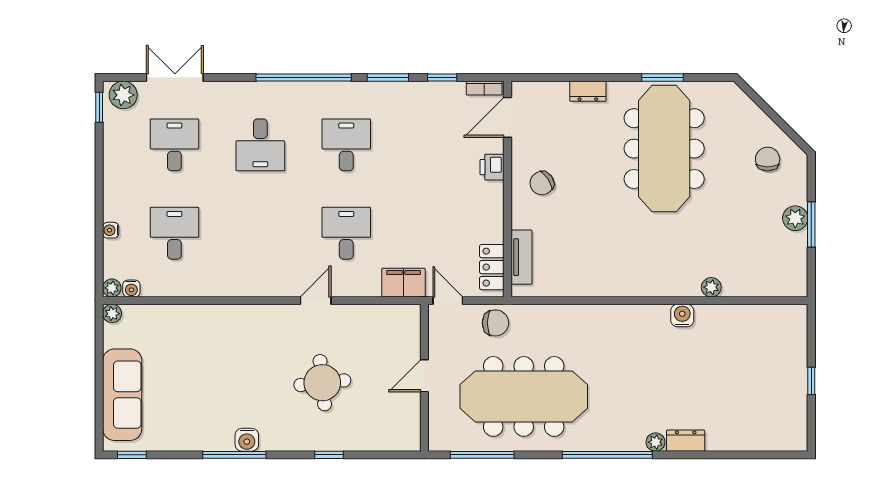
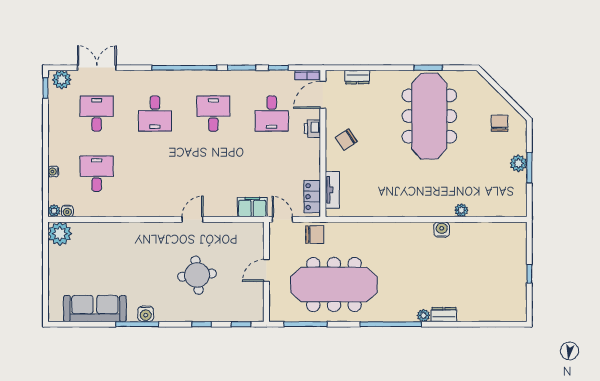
dresser: (588, 91) -> (357, 77), moved
desk: (346, 233) -> (272, 114), moved, turned 180
plant: (112, 314) -> (60, 234), width x1.88, depth x1.88
sofa: (122, 395) -> (95, 309), moved, turned -90
window: (132, 455) -> (241, 324), moved

